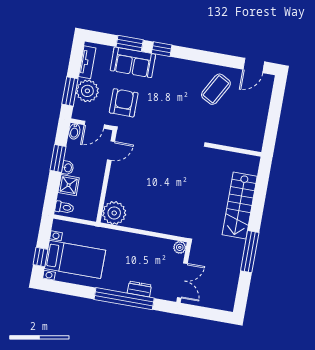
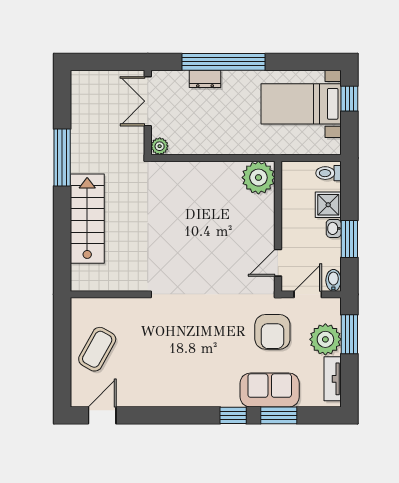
coffee table: (216, 89) -> (97, 349), moved

